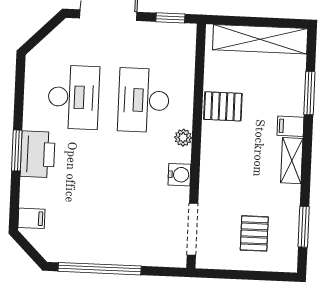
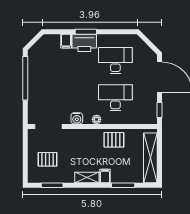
desk: (74, 97) -> (115, 61), turned 180
pallet: (223, 106) -> (114, 140), turned 90
filing cabinet: (31, 218) -> (66, 41), moved

